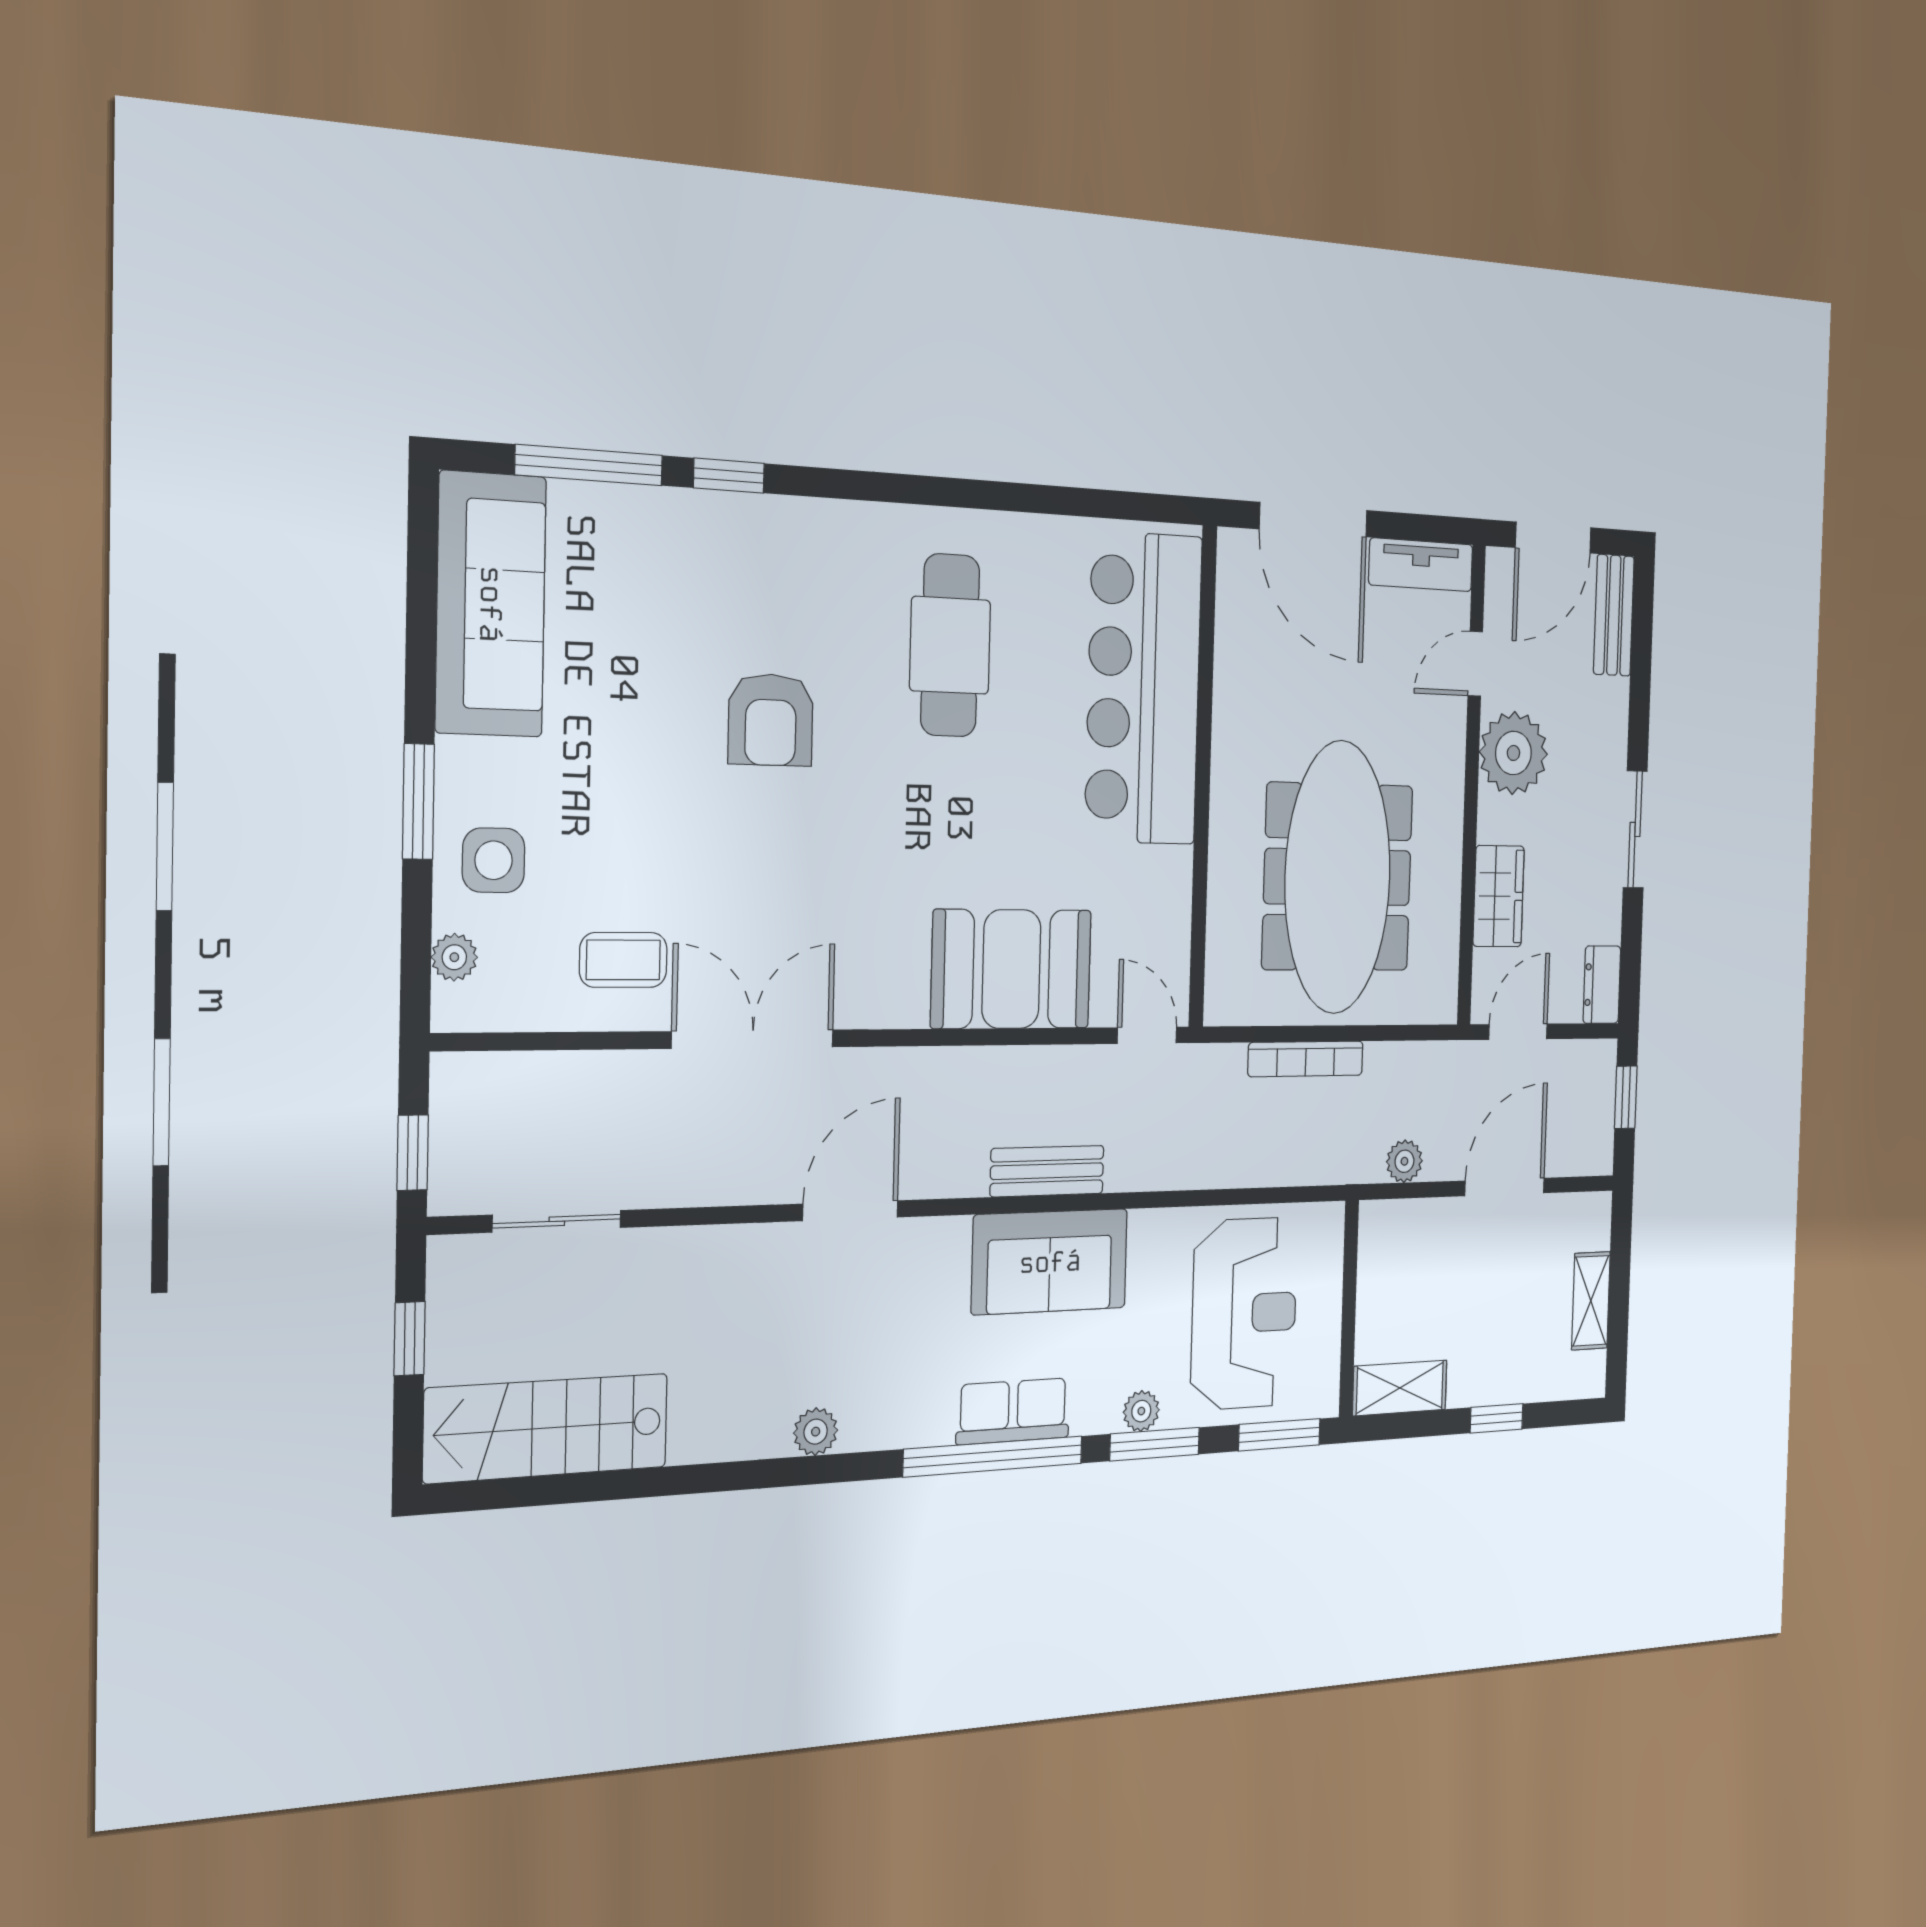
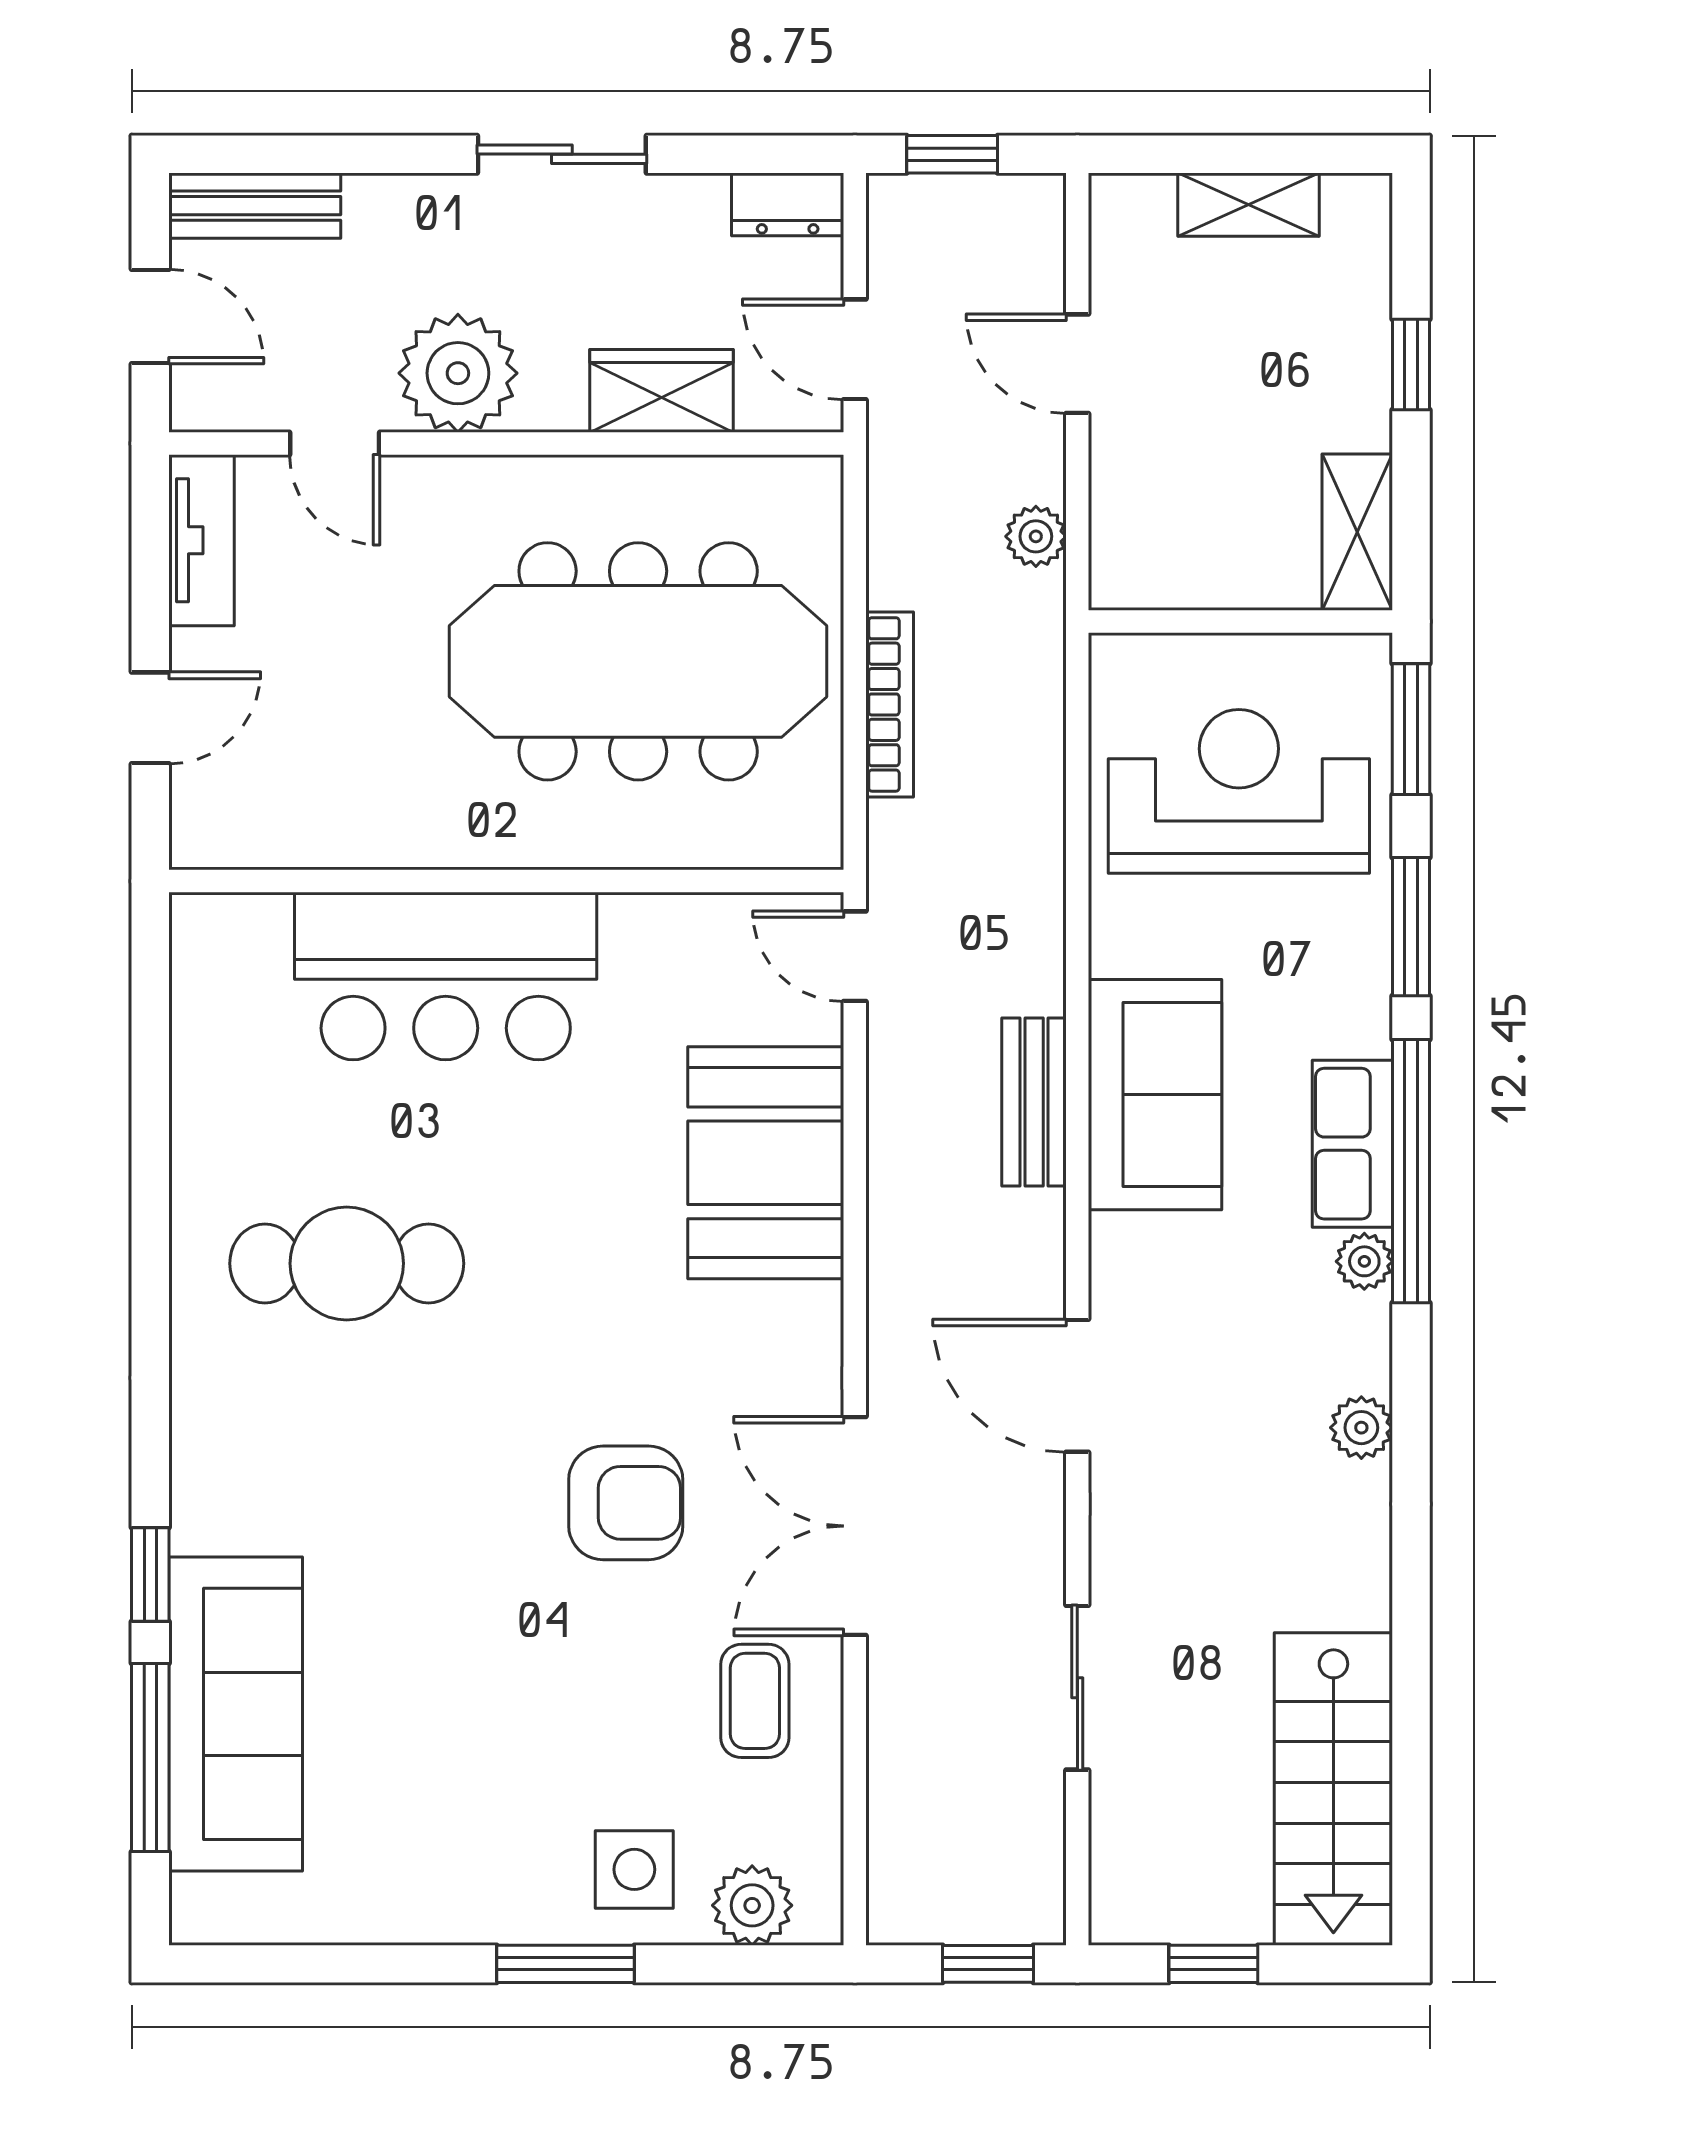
door: (1313, 520) -> (150, 718), width x0.53
door: (1553, 538) -> (150, 317), width x0.73
sofa: (491, 604) -> (236, 1714), moved, turned 90
bar counter: (1144, 688) -> (446, 976), width x0.73
armchair: (771, 720) -> (626, 1503), moved
plant: (454, 957) -> (752, 1905), width x1.38, depth x1.38
door: (1147, 1035) -> (855, 956), hinge flipped
door: (1505, 1187) -> (1077, 364), width x0.73
sliding door: (557, 1221) -> (1077, 1688), moved
plant: (1141, 1411) -> (1364, 1261), moved

